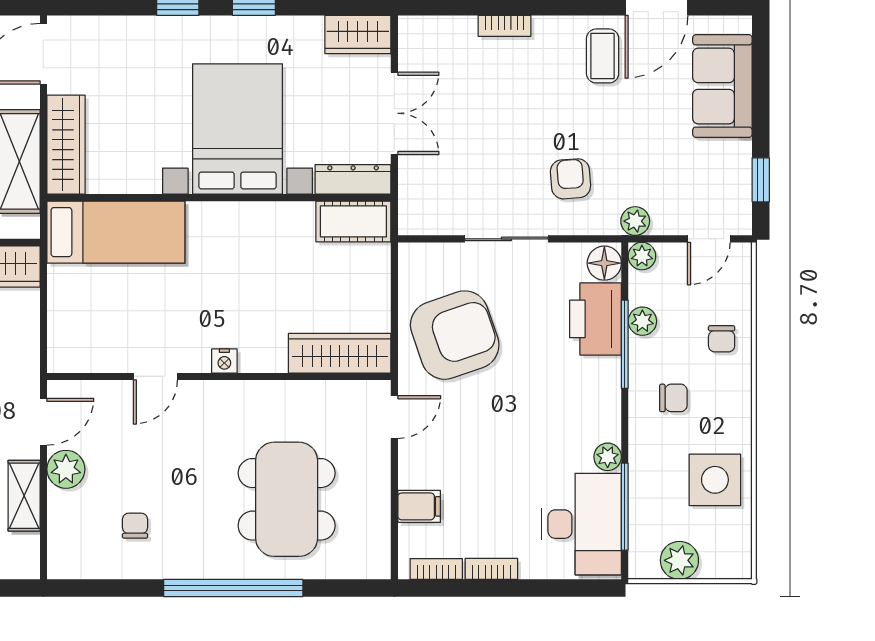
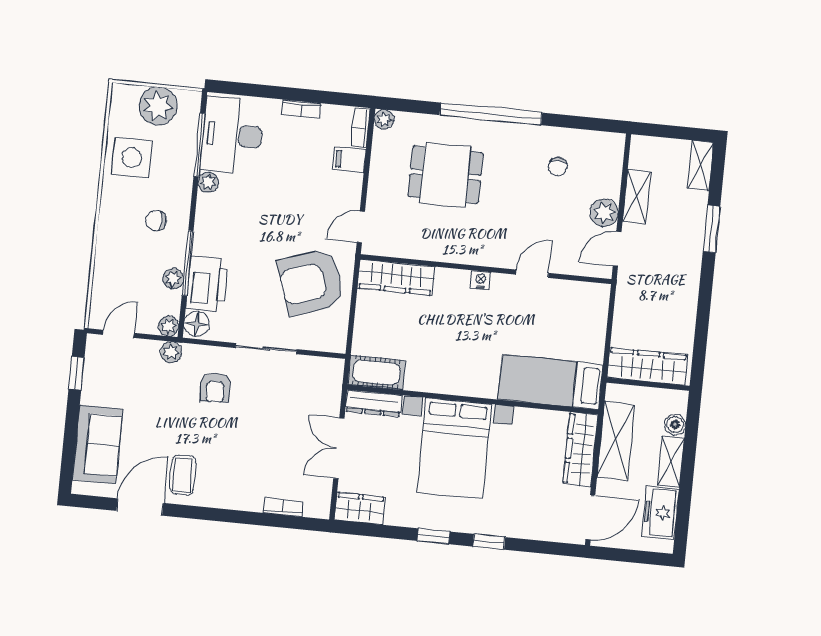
bookcase: (505, 26) -> (283, 507), moved
chair: (722, 339) -> (117, 260), removed
dining table: (287, 499) -> (445, 175), width x0.73
plant: (679, 560) -> (158, 106), width x1.36, depth x1.36
plant: (378, 566) -> (384, 119), added
bookcase: (436, 569) -> (361, 128), moved, turned 90

